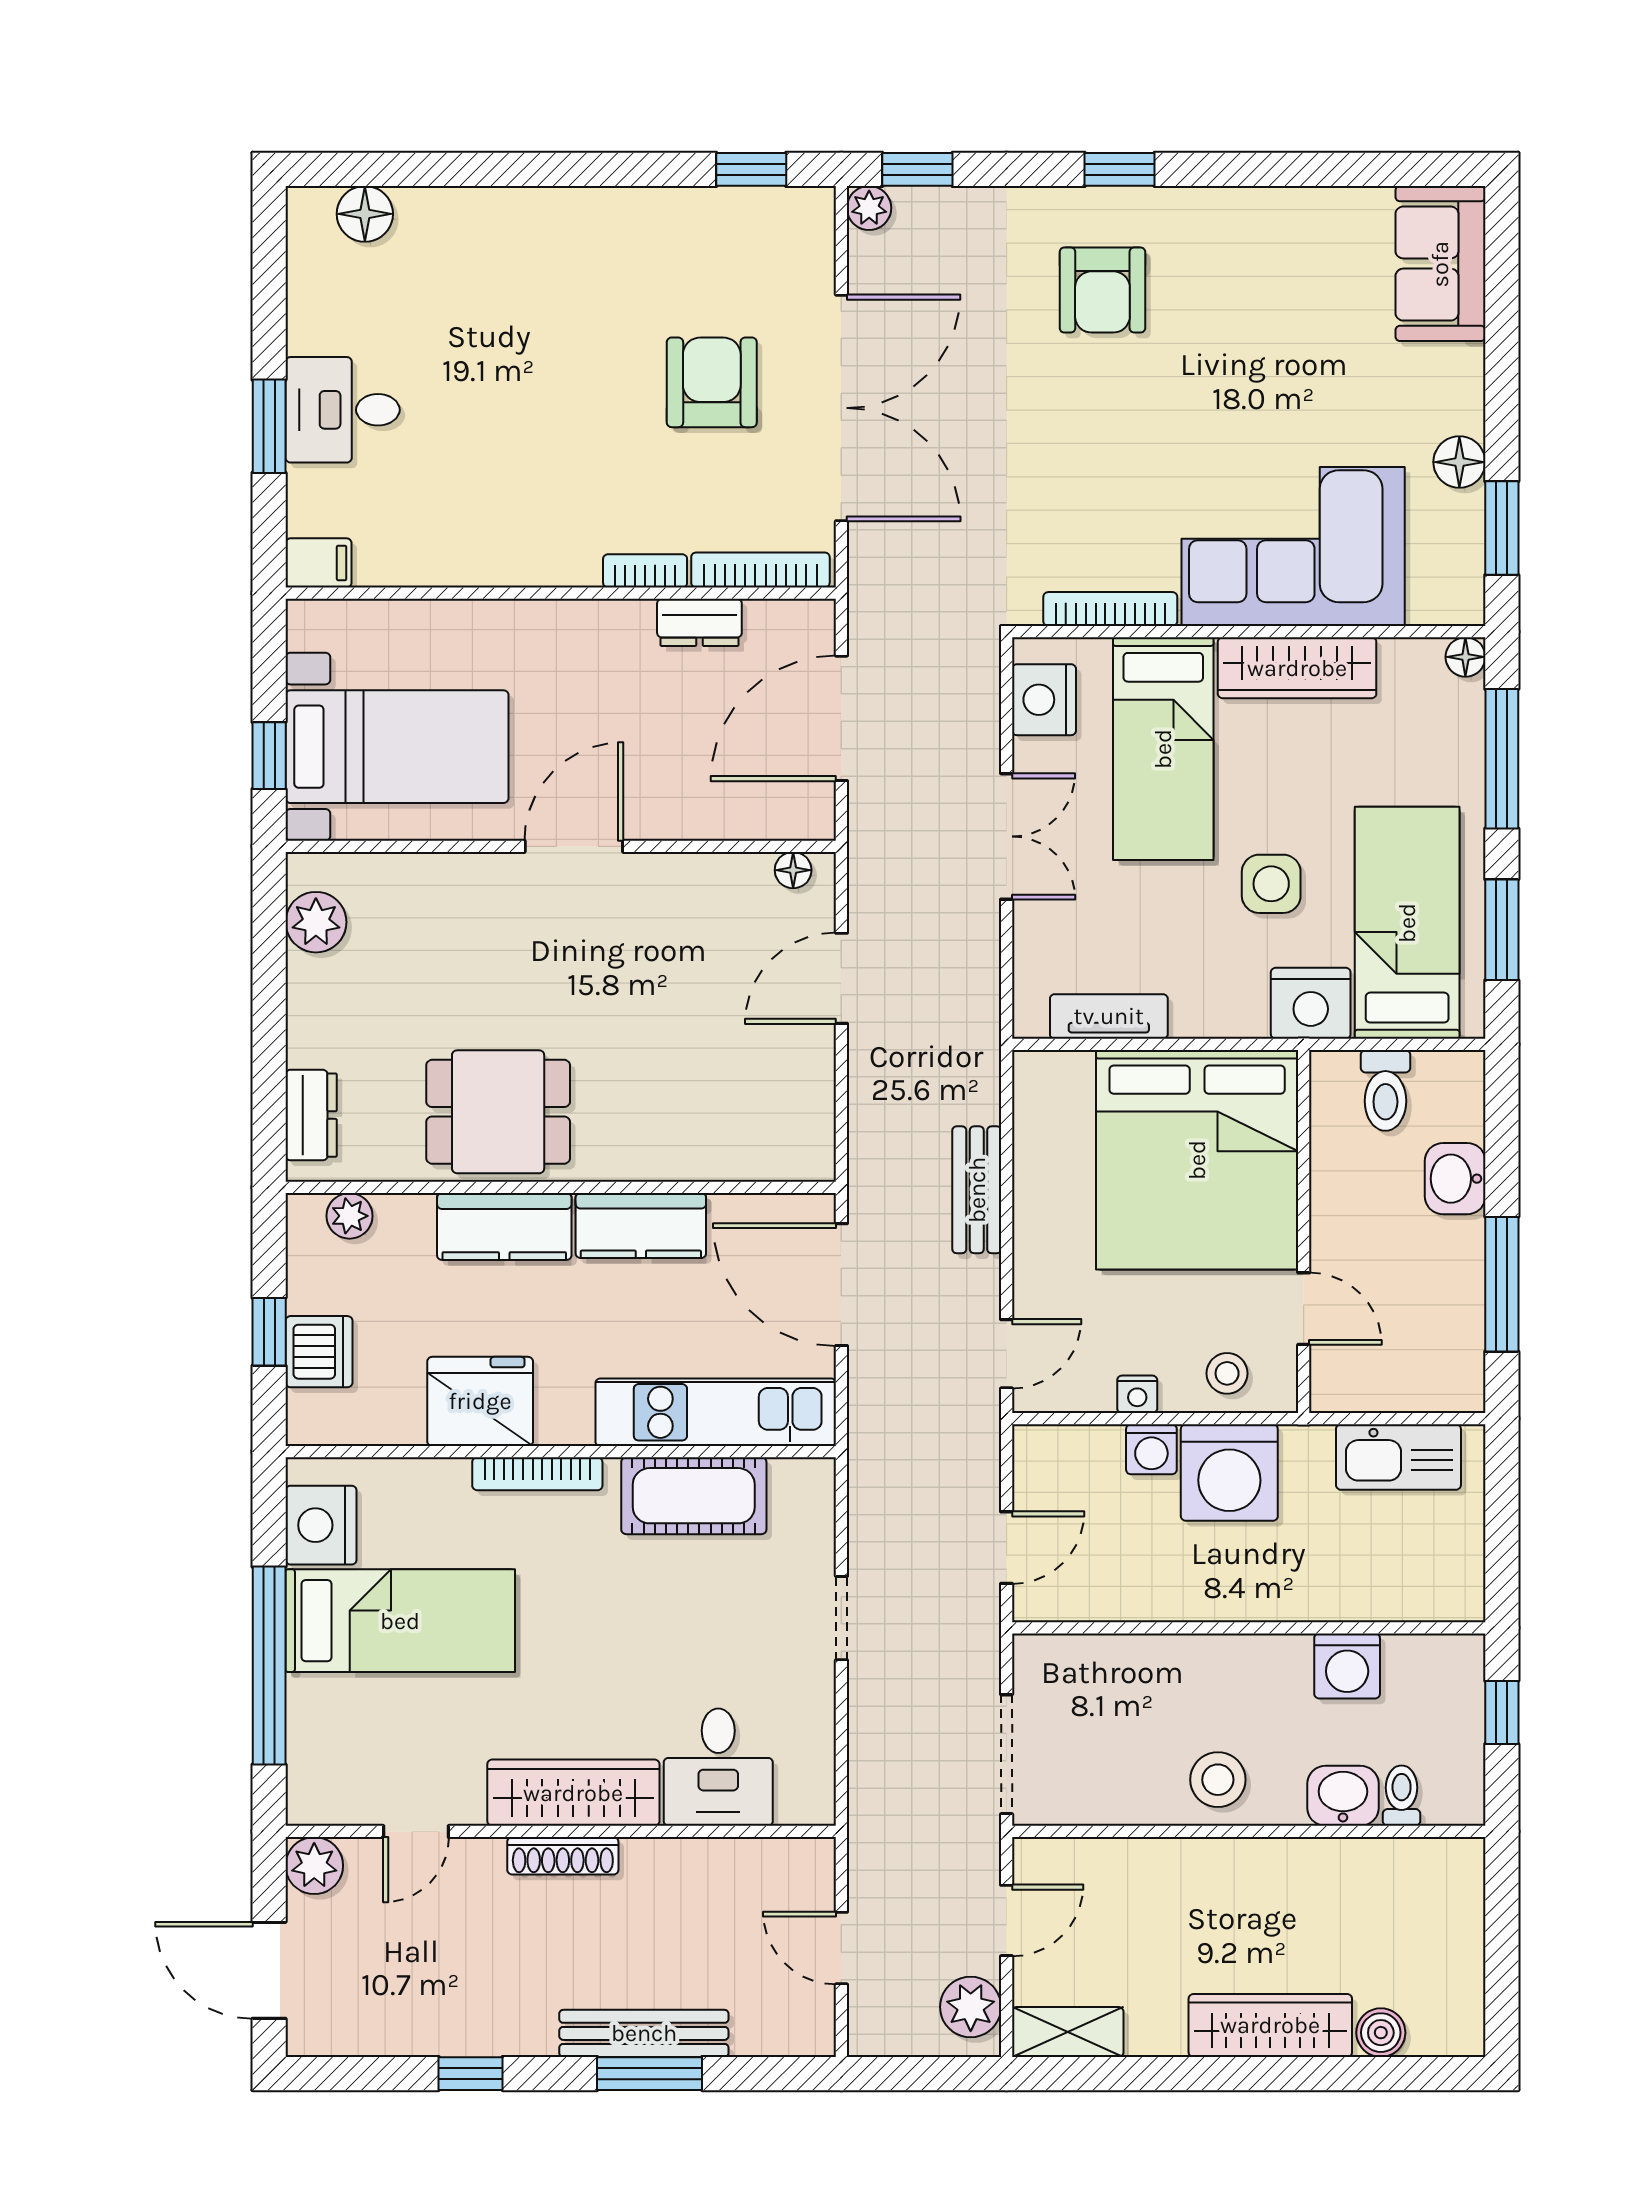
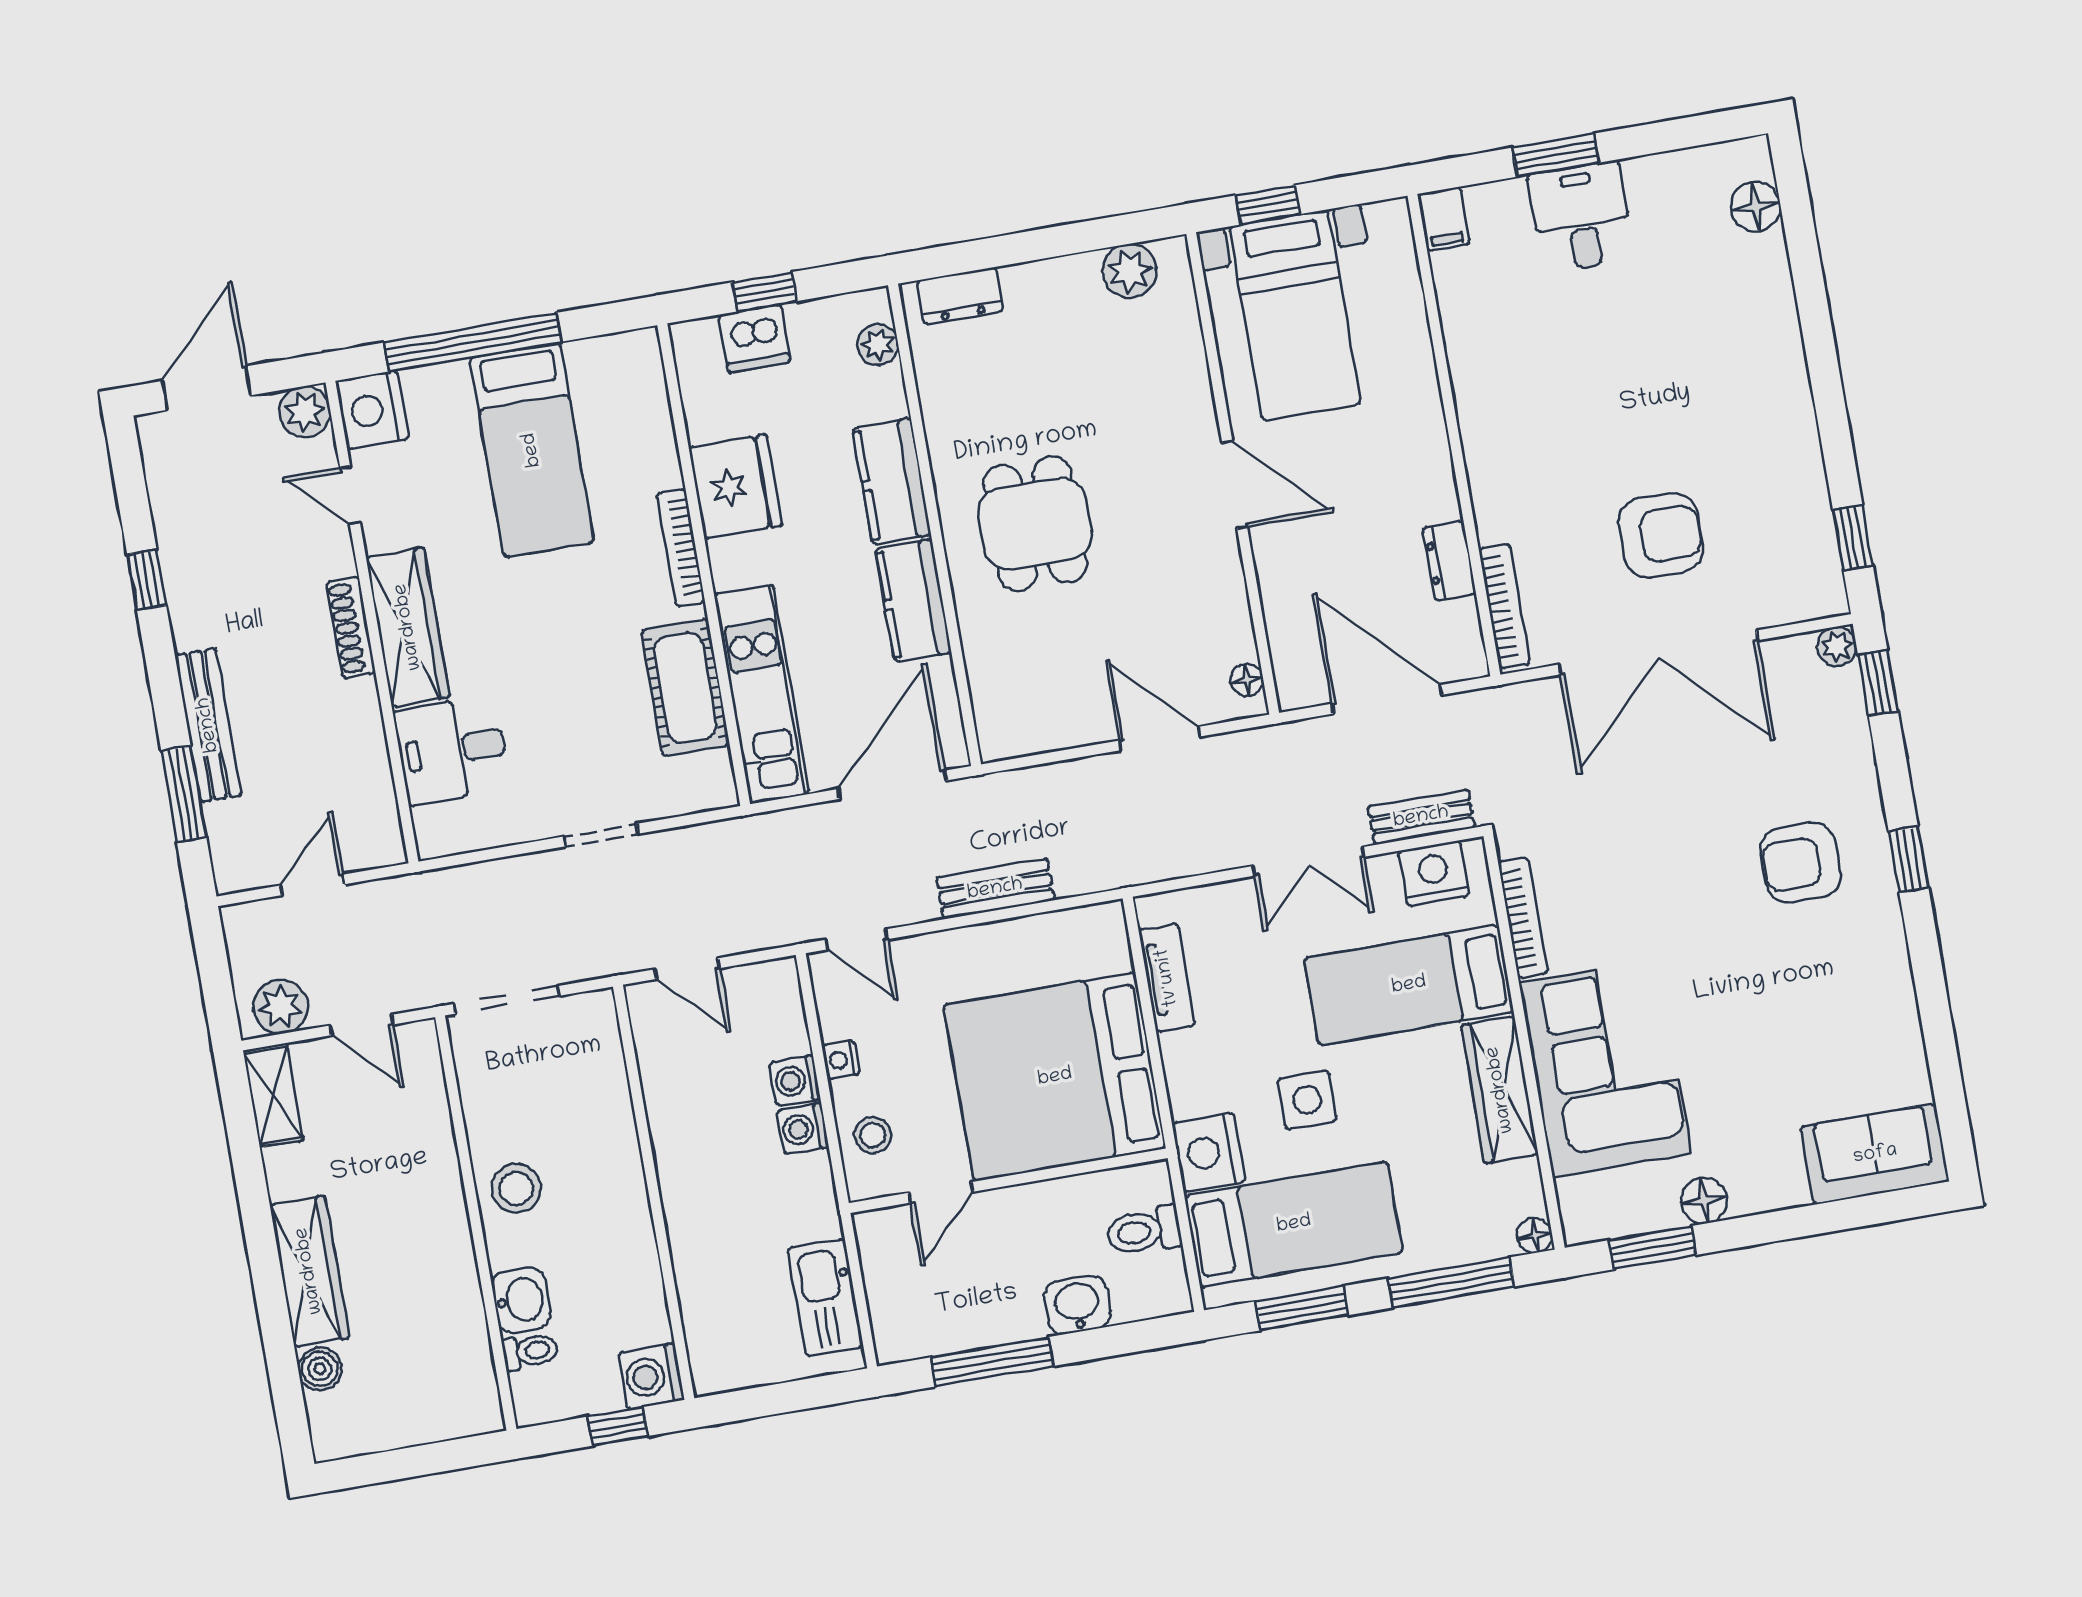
bookcase: (645, 571) -> (1486, 505), removed
bench: (979, 703) -> (1421, 817), added
dining table: (498, 1112) -> (1035, 524), moved
washing machine: (1229, 1473) -> (803, 1129), width x0.53, depth x0.53
nightstand: (321, 1525) -> (372, 410), moved, turned -90
washing machine: (1347, 1666) -> (651, 1376), moved
window: (650, 2074) -> (184, 794), moved

